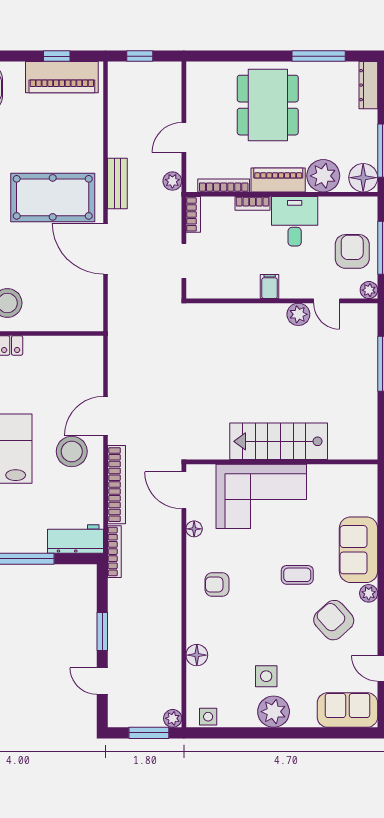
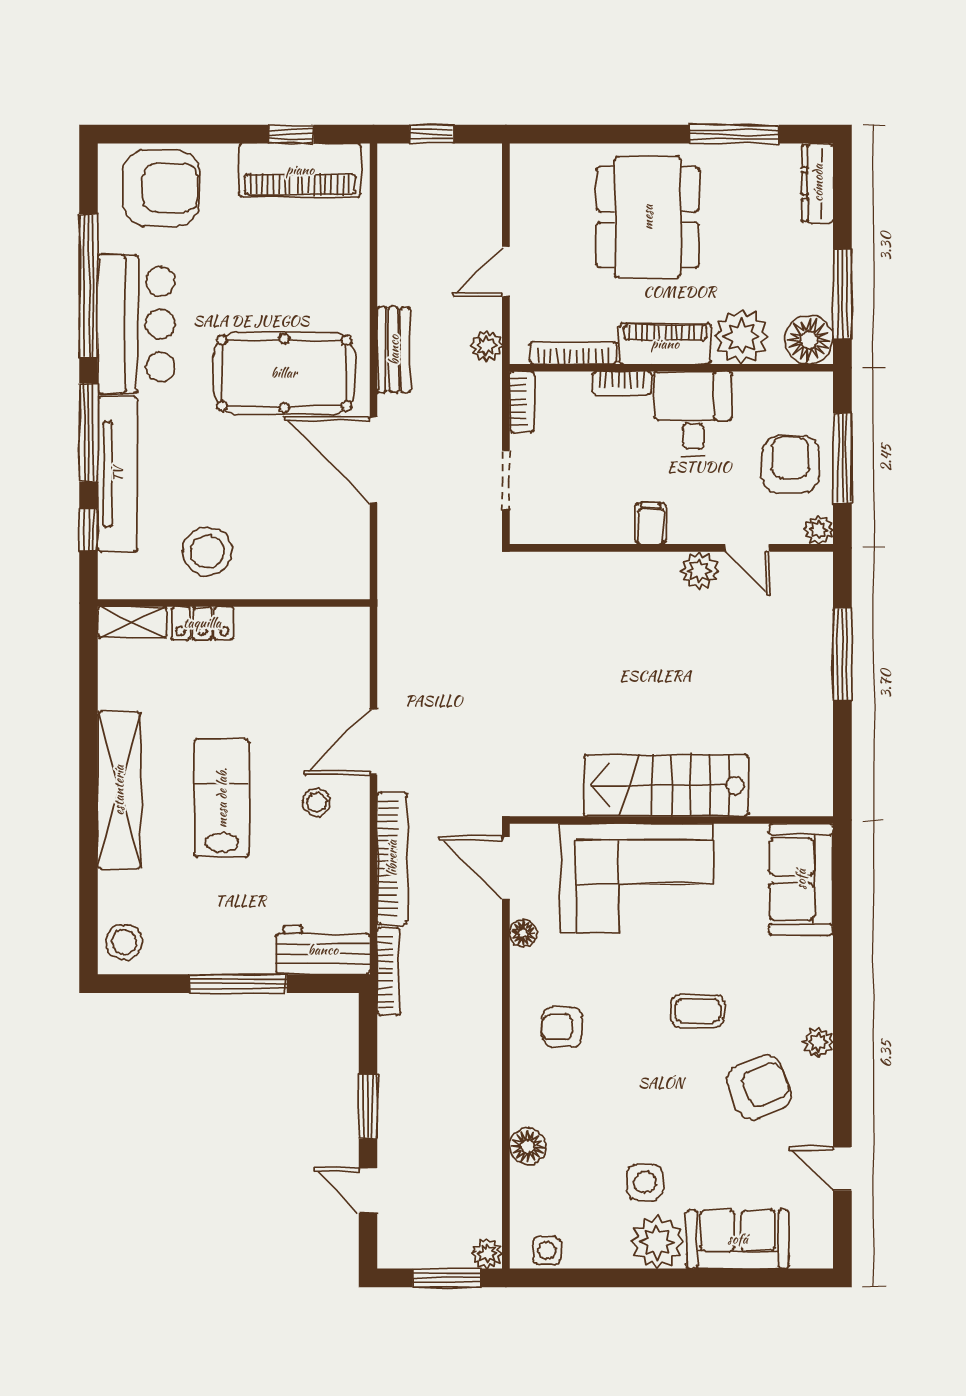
stool: (72, 451) -> (316, 802), width x0.53, depth x0.53
sofa: (358, 550) -> (801, 879), moved
armchair: (334, 620) -> (759, 1087), turned 109
sofa: (347, 710) -> (738, 1239), moved

